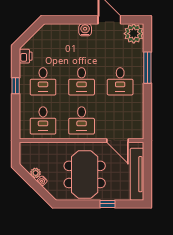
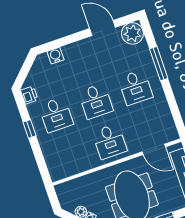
water cooler: (85, 30) -> (55, 56), moved
desk: (43, 120) -> (70, 155), removed

